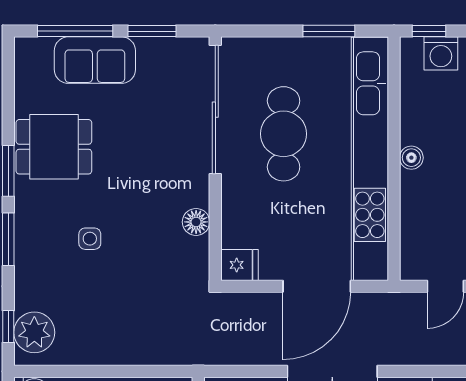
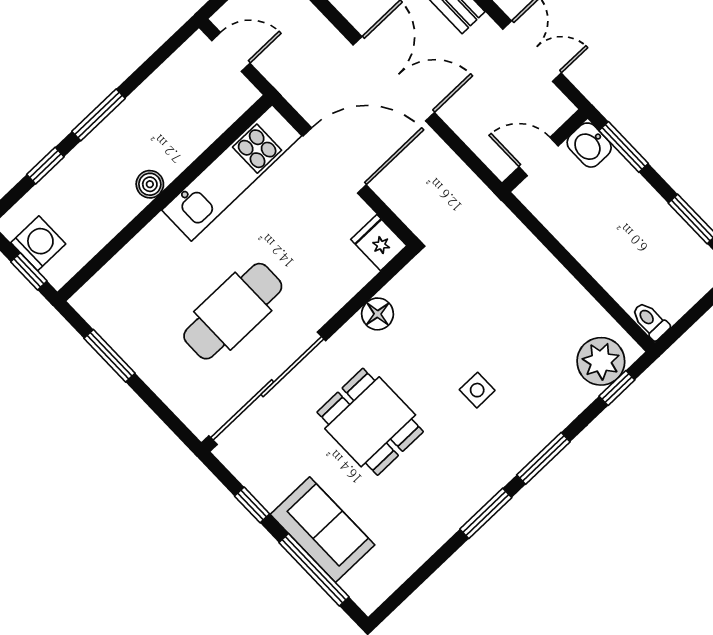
window: (152, 31) -> (252, 505), width x0.67
dining table: (54, 147) -> (370, 422), moved
kitchen unit: (370, 159) -> (232, 173), width x0.54

